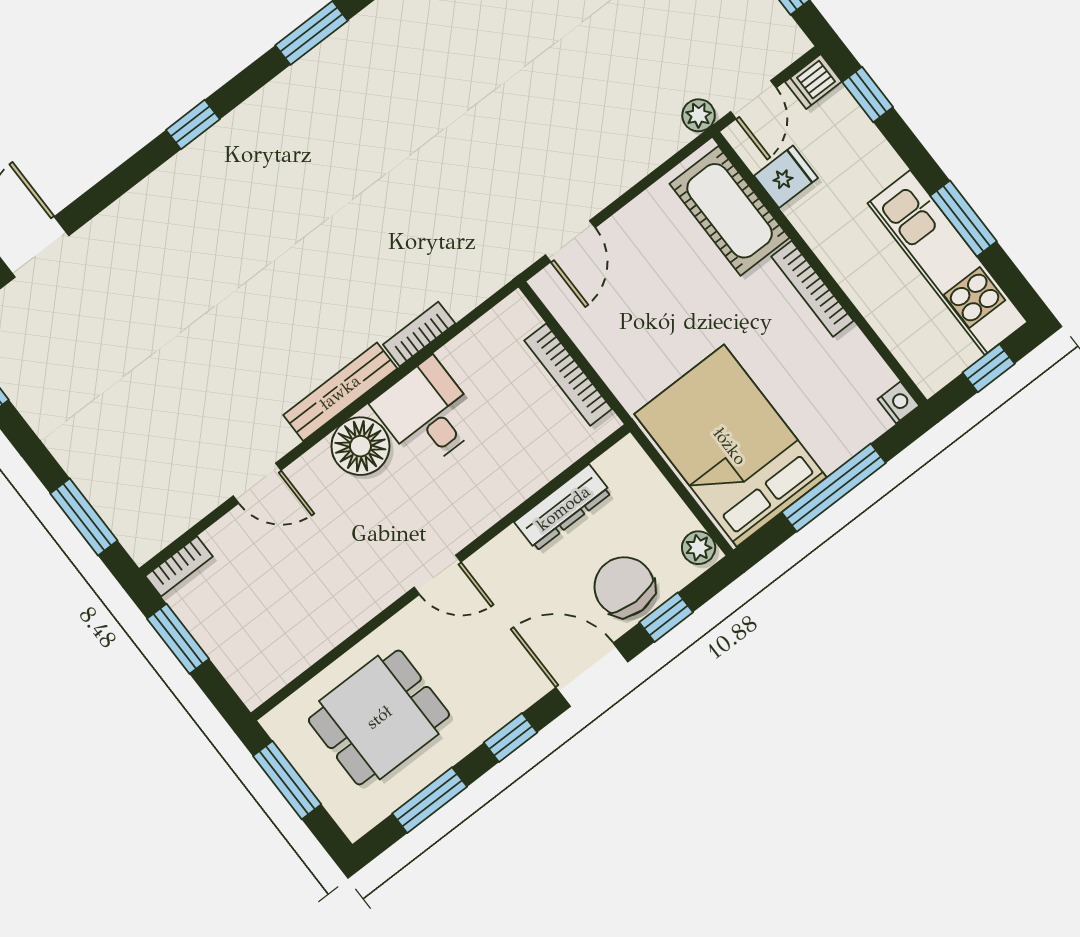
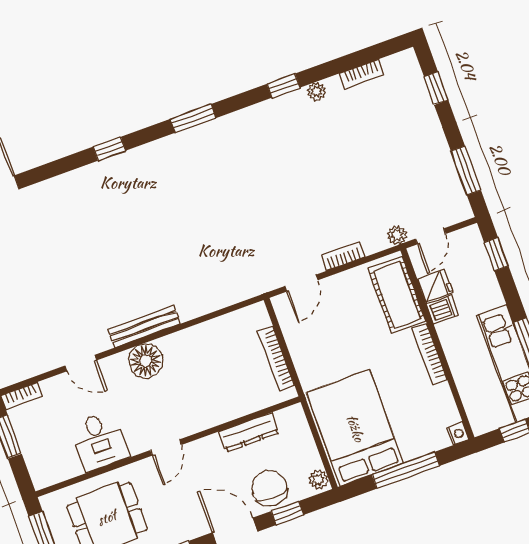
dishwasher: (813, 82) -> (442, 309), moved, turned 180
bookcase: (419, 334) -> (343, 256), moved
desk: (427, 413) -> (99, 441), moved, turned 180
door: (437, 575) -> (166, 447), hinge flipped

